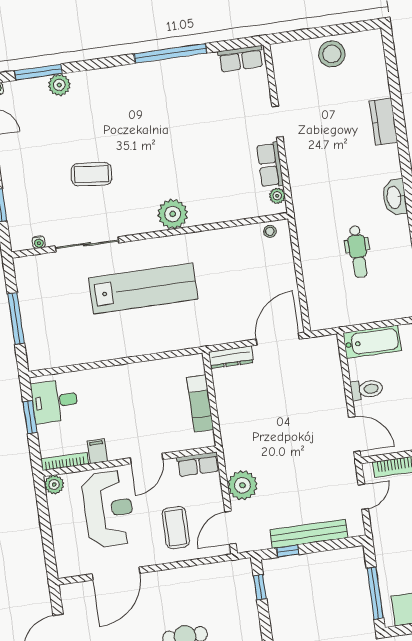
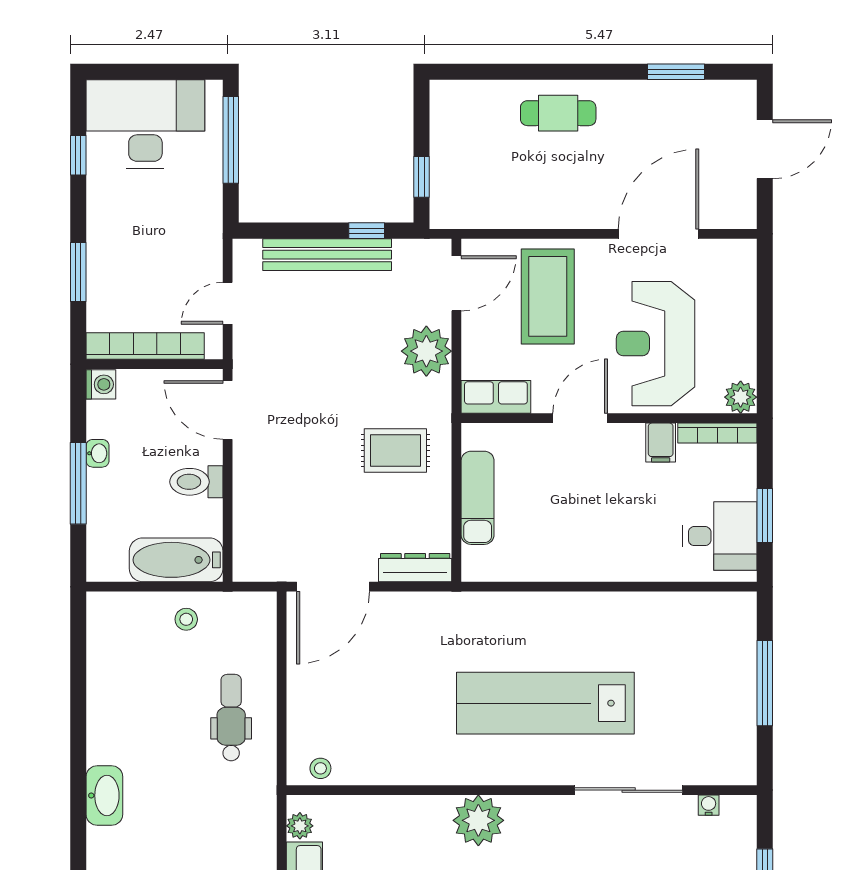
dental chair: (358, 251) -> (231, 718), moved
stool: (361, 308) -> (186, 619), added
rug: (252, 424) -> (395, 451), added
coffee table: (176, 528) -> (548, 296), width x1.36, depth x1.32

